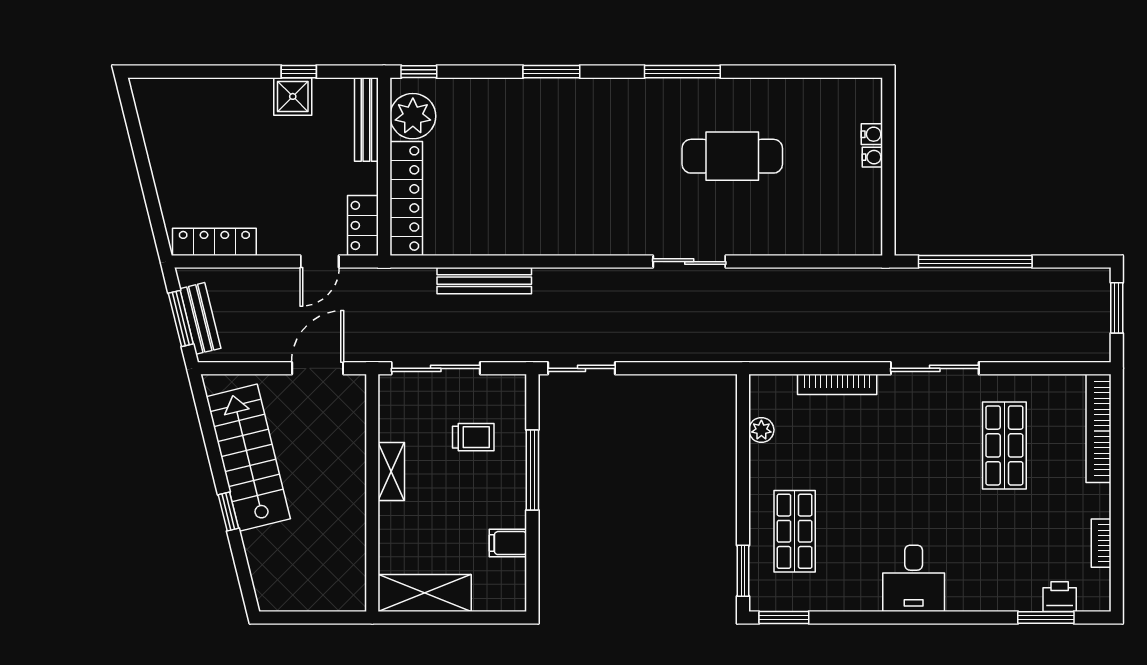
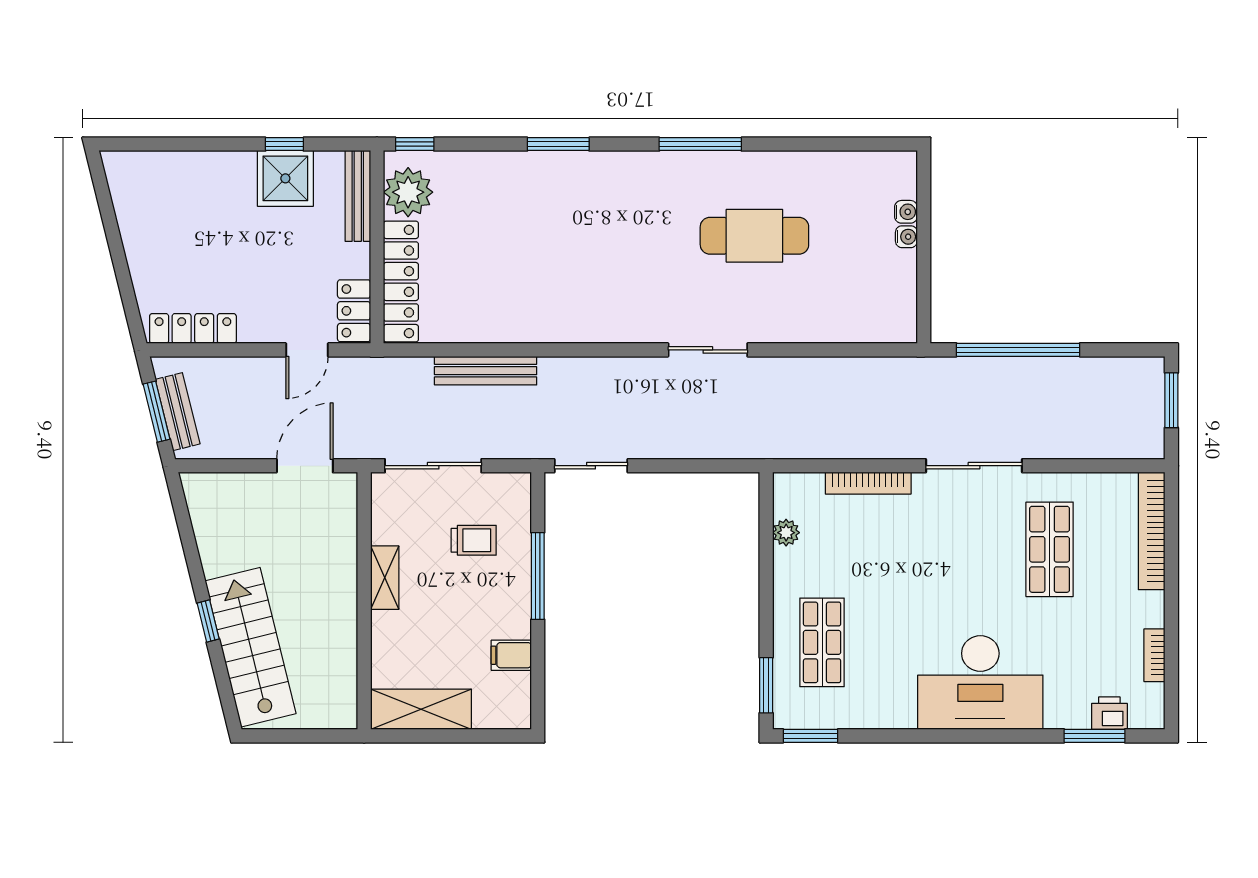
shower: (293, 96) -> (285, 178), width x1.36, depth x1.36
stairs: (248, 458) -> (250, 647), moved
desk: (914, 578) -> (980, 683), width x1.87, depth x1.30

